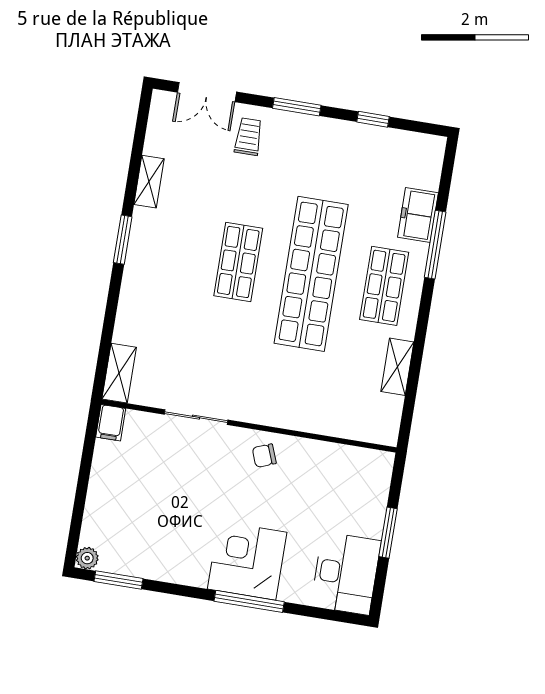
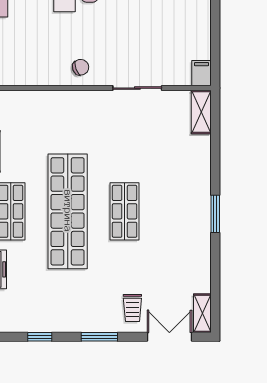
shelving: (149, 182) -> (202, 313), moved

